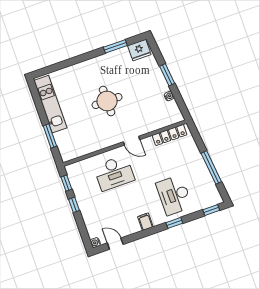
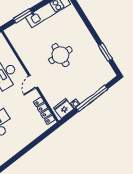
fridge: (139, 50) -> (64, 108), moved, turned 84
window: (167, 75) -> (92, 98), width x2.11
window: (211, 167) -> (26, 150), removed

